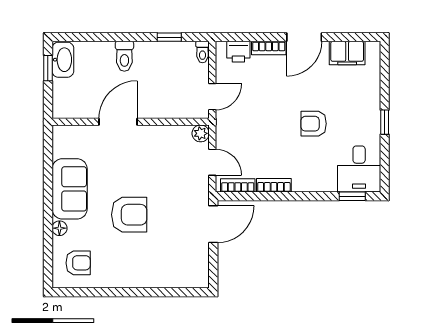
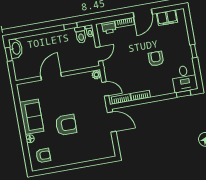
toilet: (124, 56) -> (81, 35), moved
armchair: (314, 124) -> (156, 59), turned 90
door: (213, 224) -> (112, 122), hinge flipped

